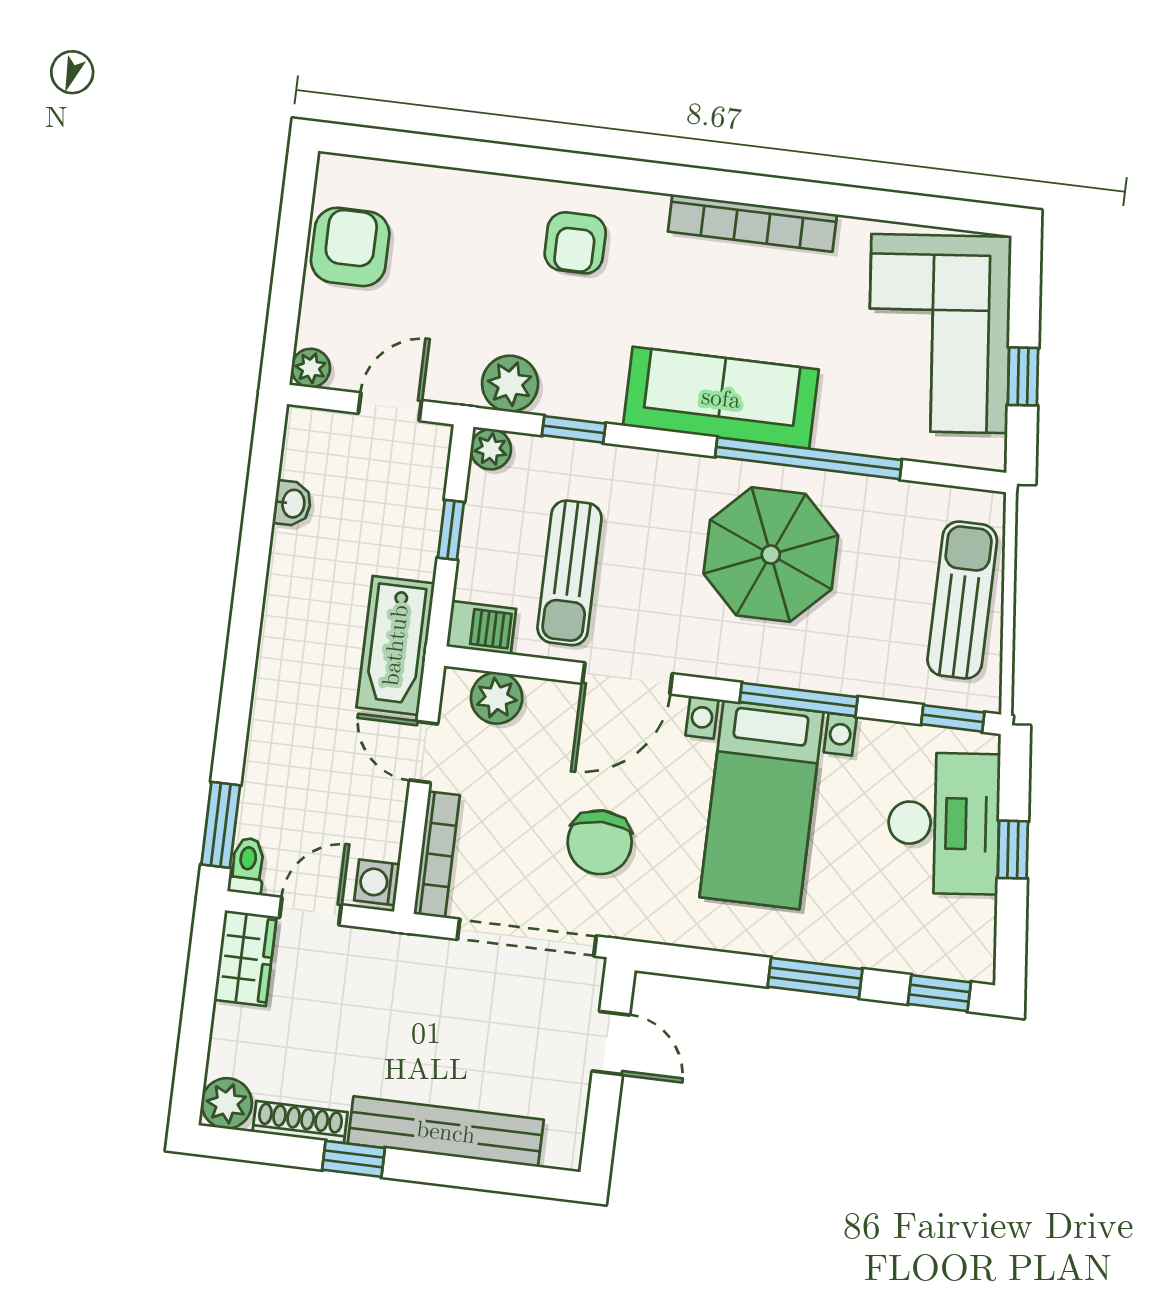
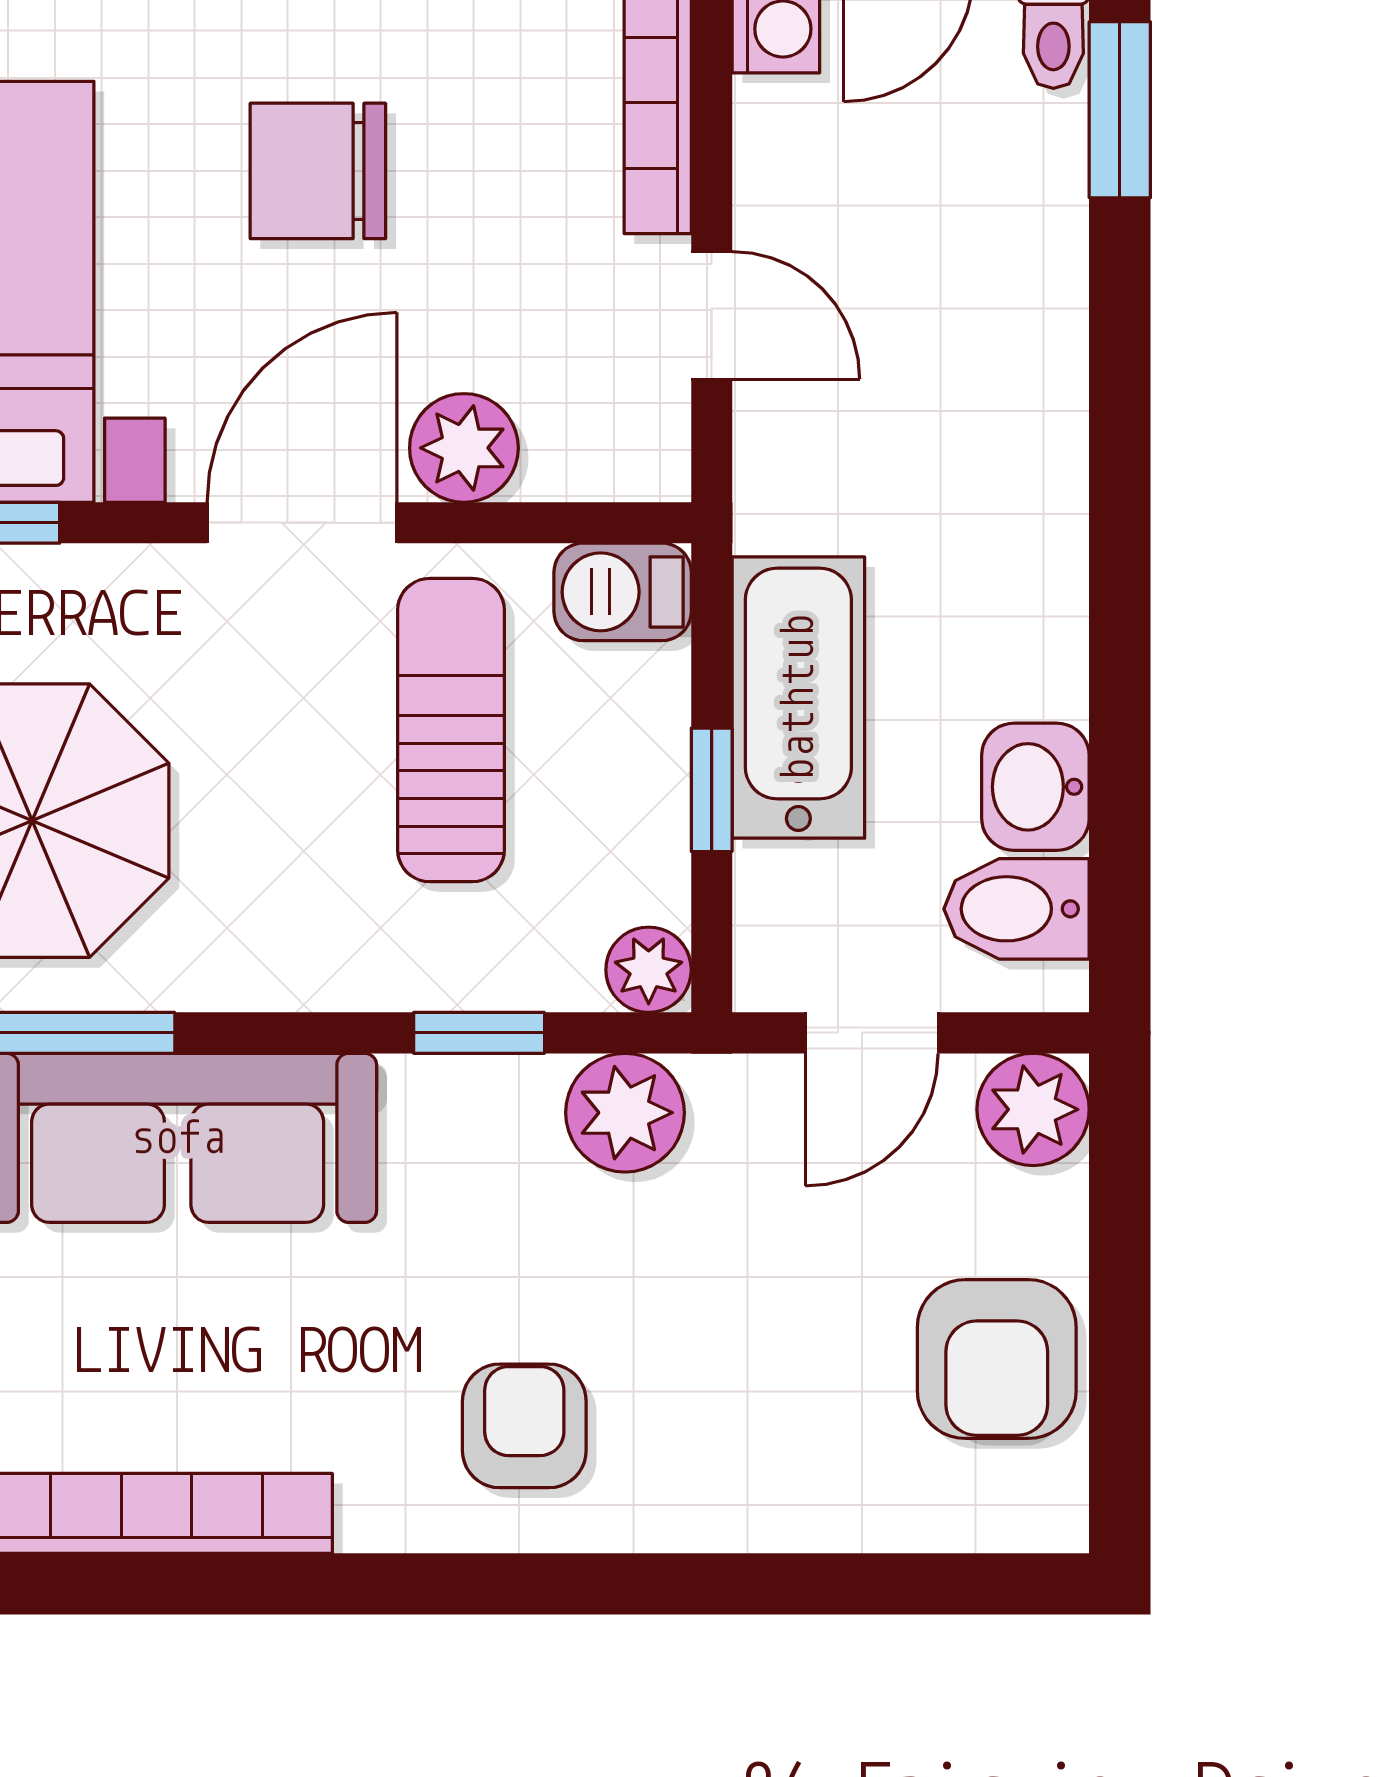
plant: (311, 368) -> (1033, 1109), width x1.38, depth x1.38
bidet: (315, 457) -> (1016, 909), added
washbasin: (292, 503) -> (1035, 787), width x1.38, depth x1.45
bathtub: (395, 645) -> (798, 698), moved
plant: (497, 698) -> (464, 448), moved
chair: (600, 842) -> (318, 171), turned -90

